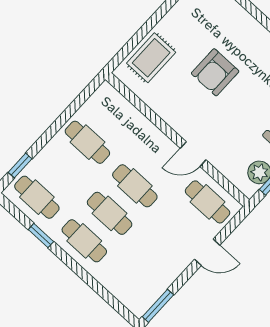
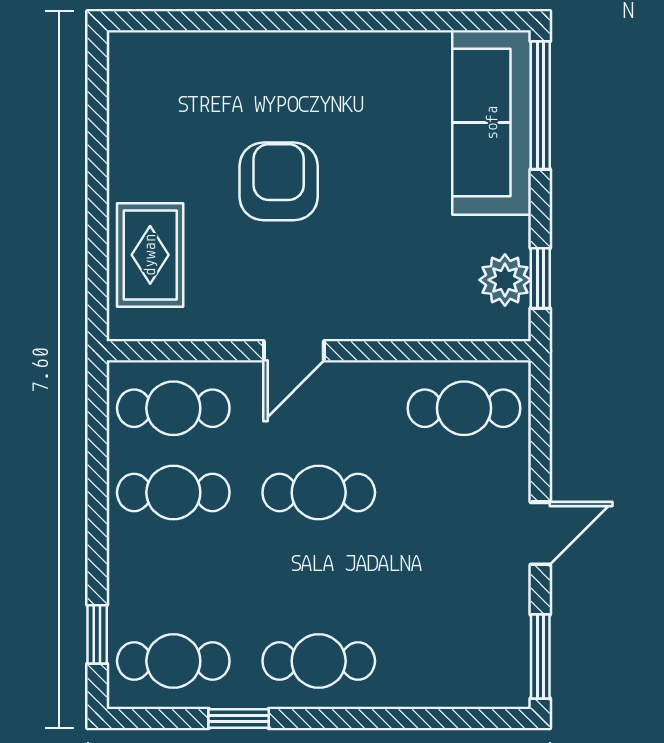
armchair: (215, 72) -> (279, 181), turned 180
door: (193, 154) -> (294, 351), moved
cafe table: (110, 213) -> (173, 408), moved
door: (207, 252) -> (540, 533), moved

